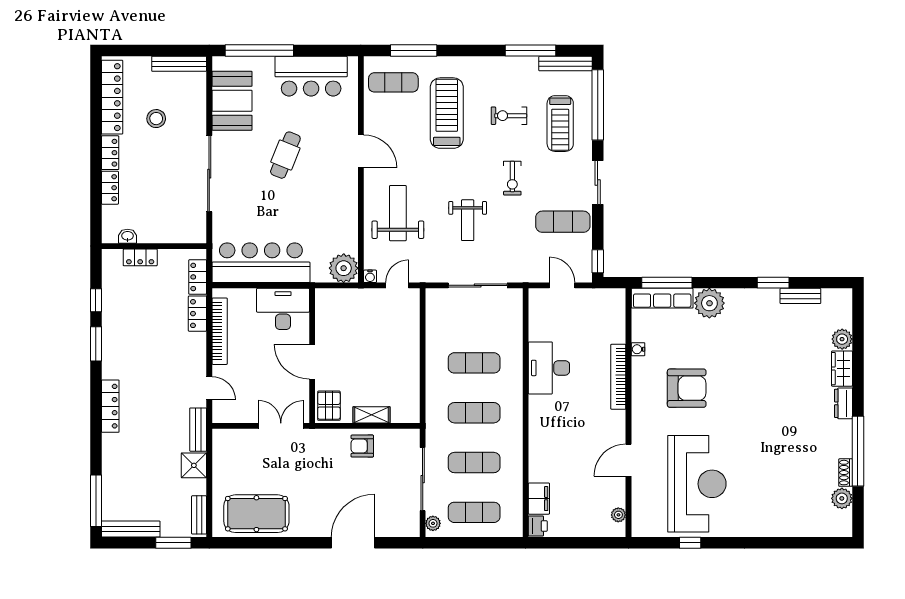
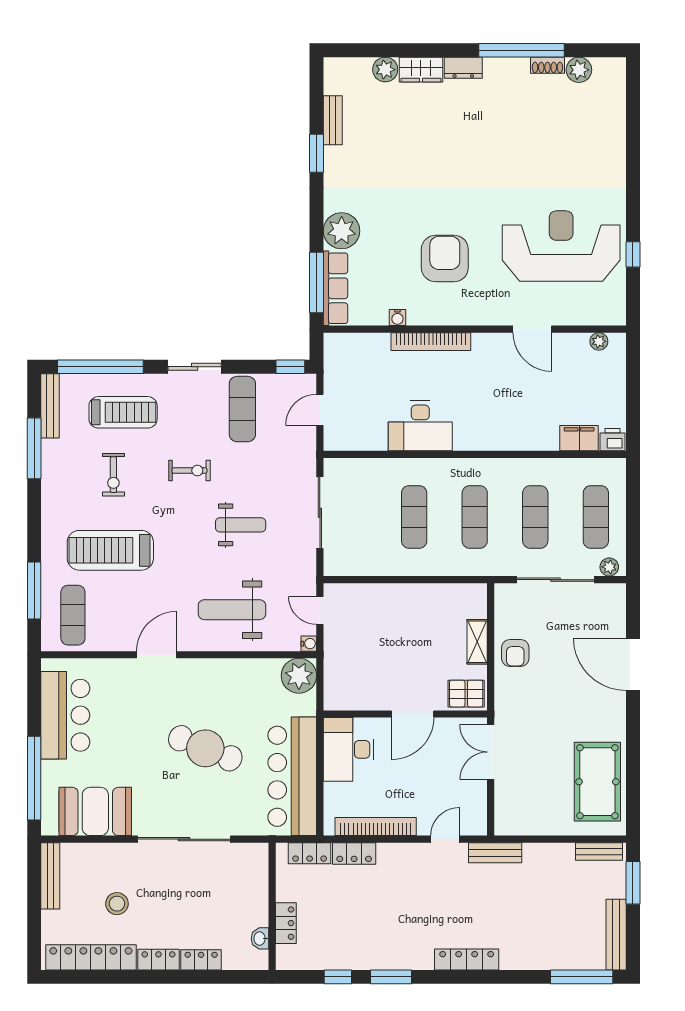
cafe table: (285, 155) -> (205, 748), moved, width x1.37, depth x1.35
shower: (194, 465) -> (539, 858), removed

